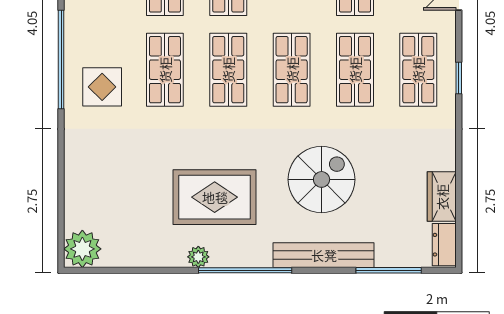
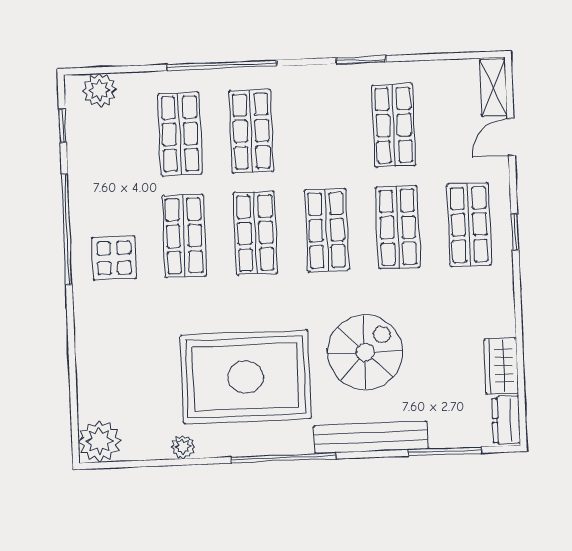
rug: (215, 197) -> (246, 377), width x1.37, depth x1.44
plant: (198, 257) -> (183, 447), moved

